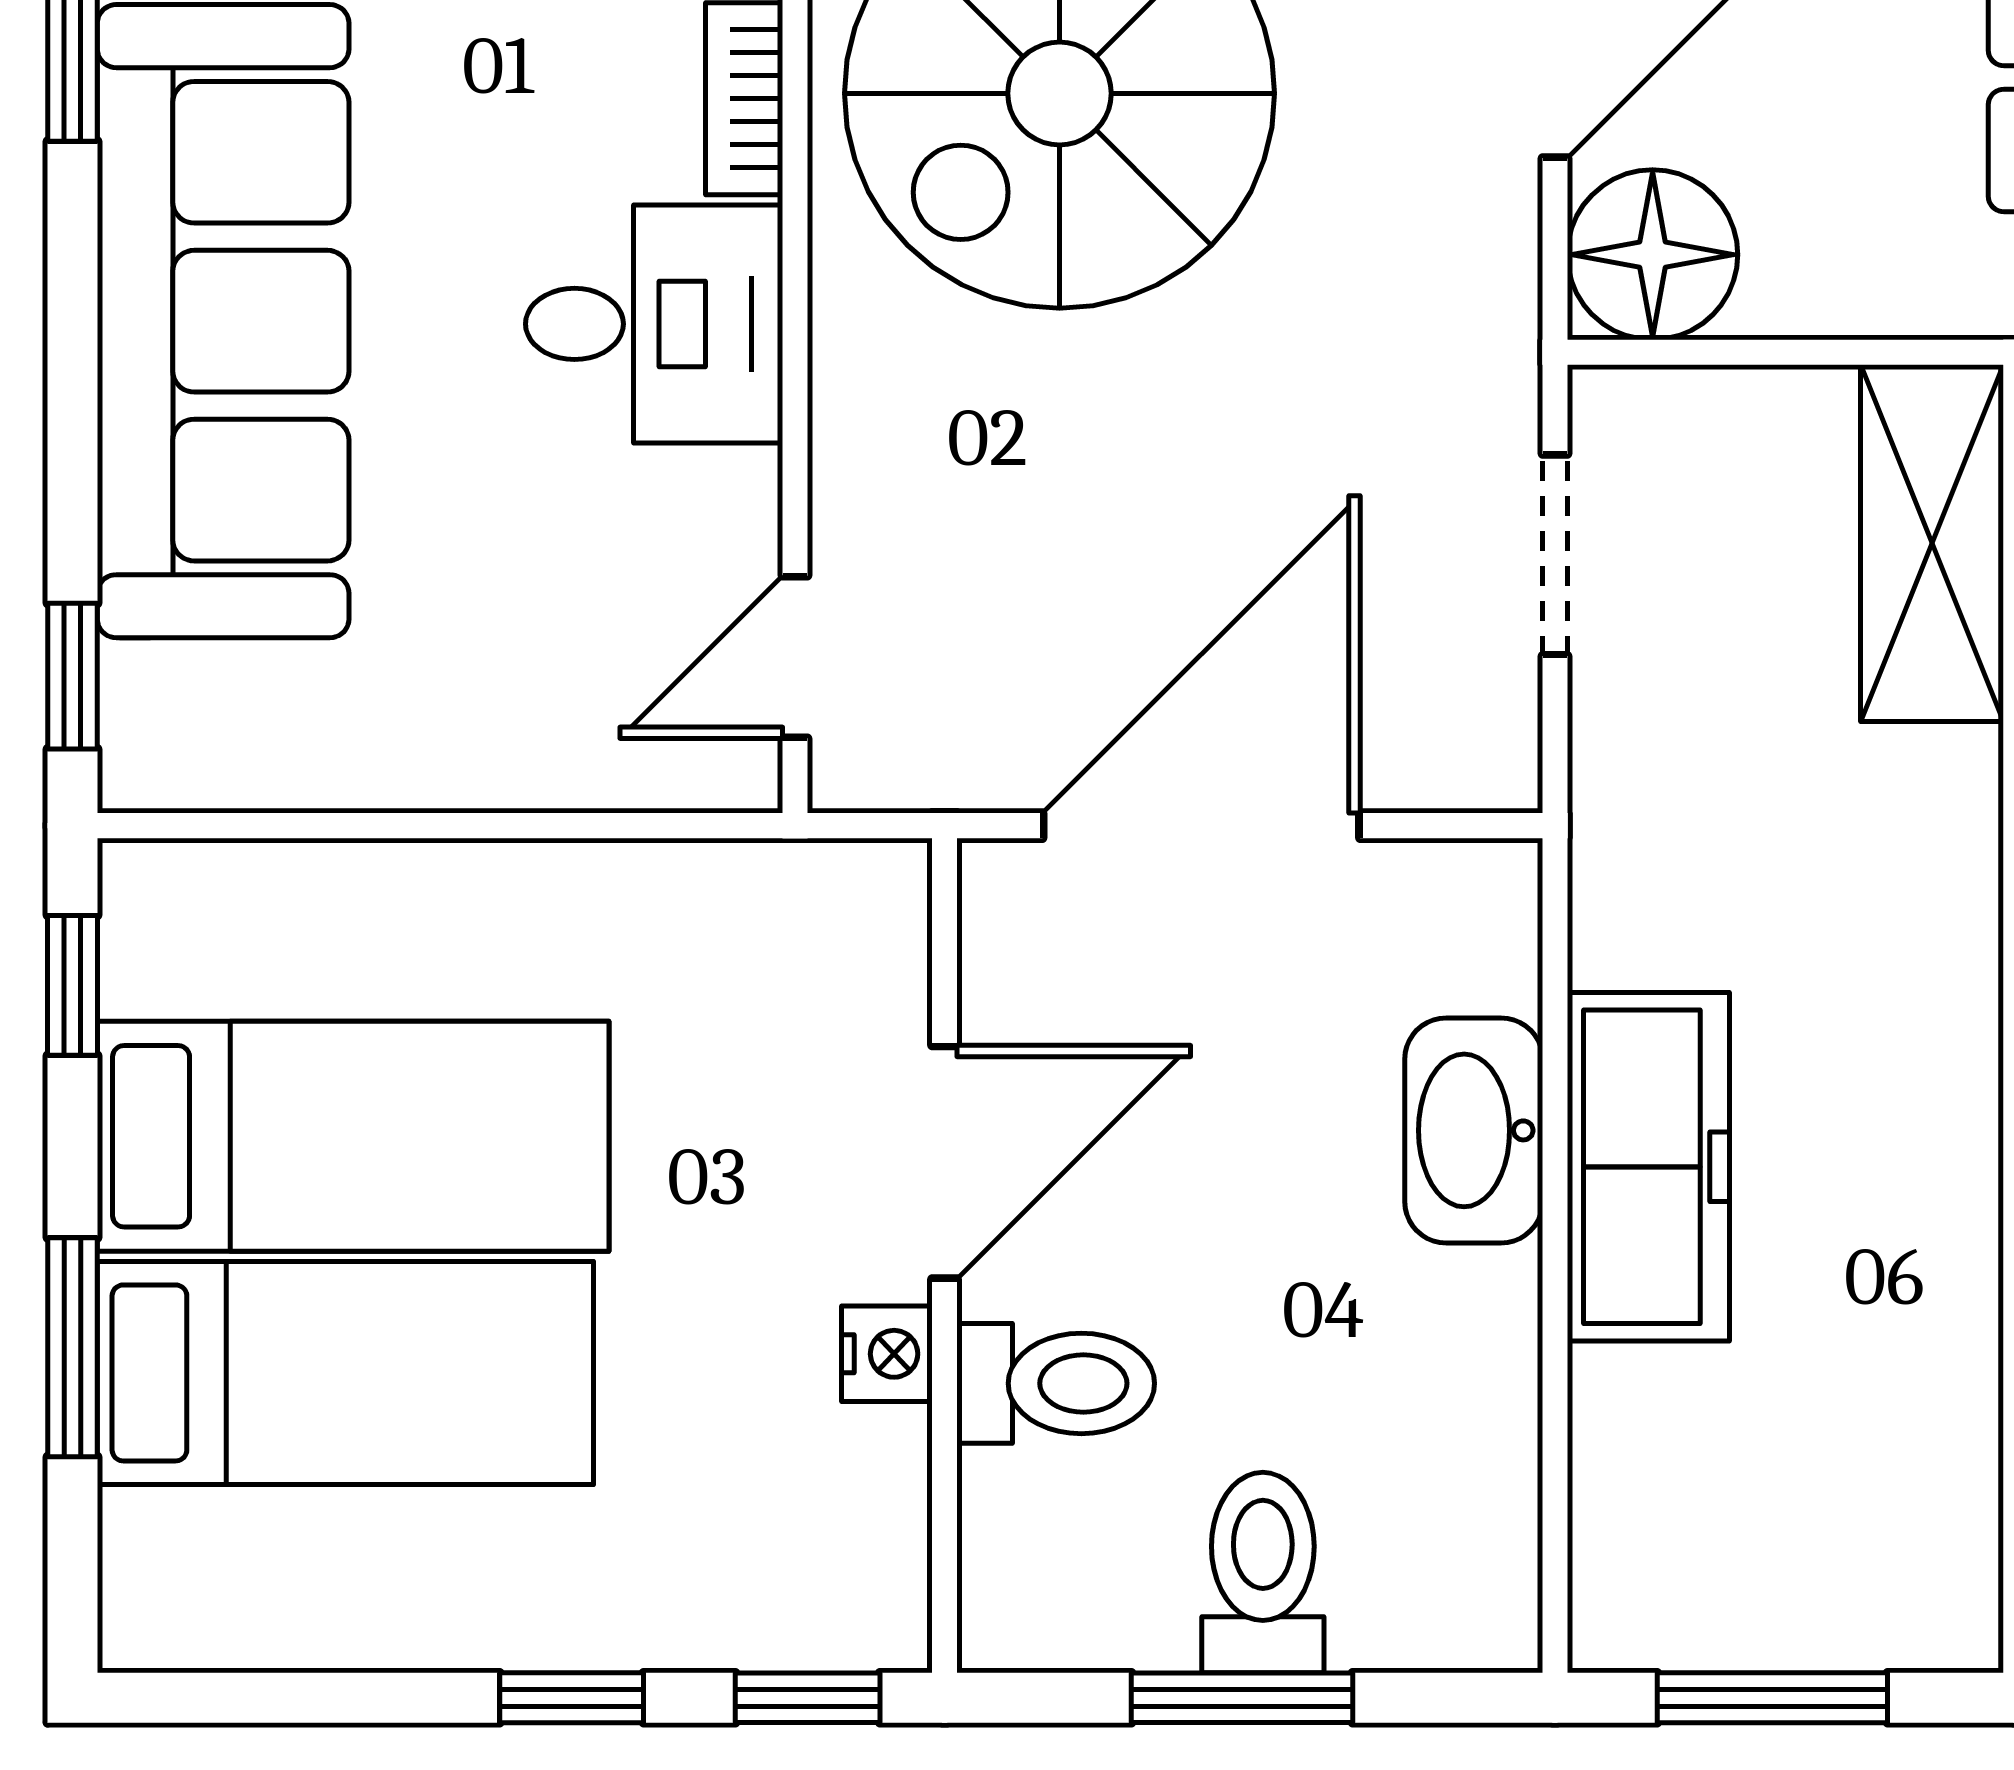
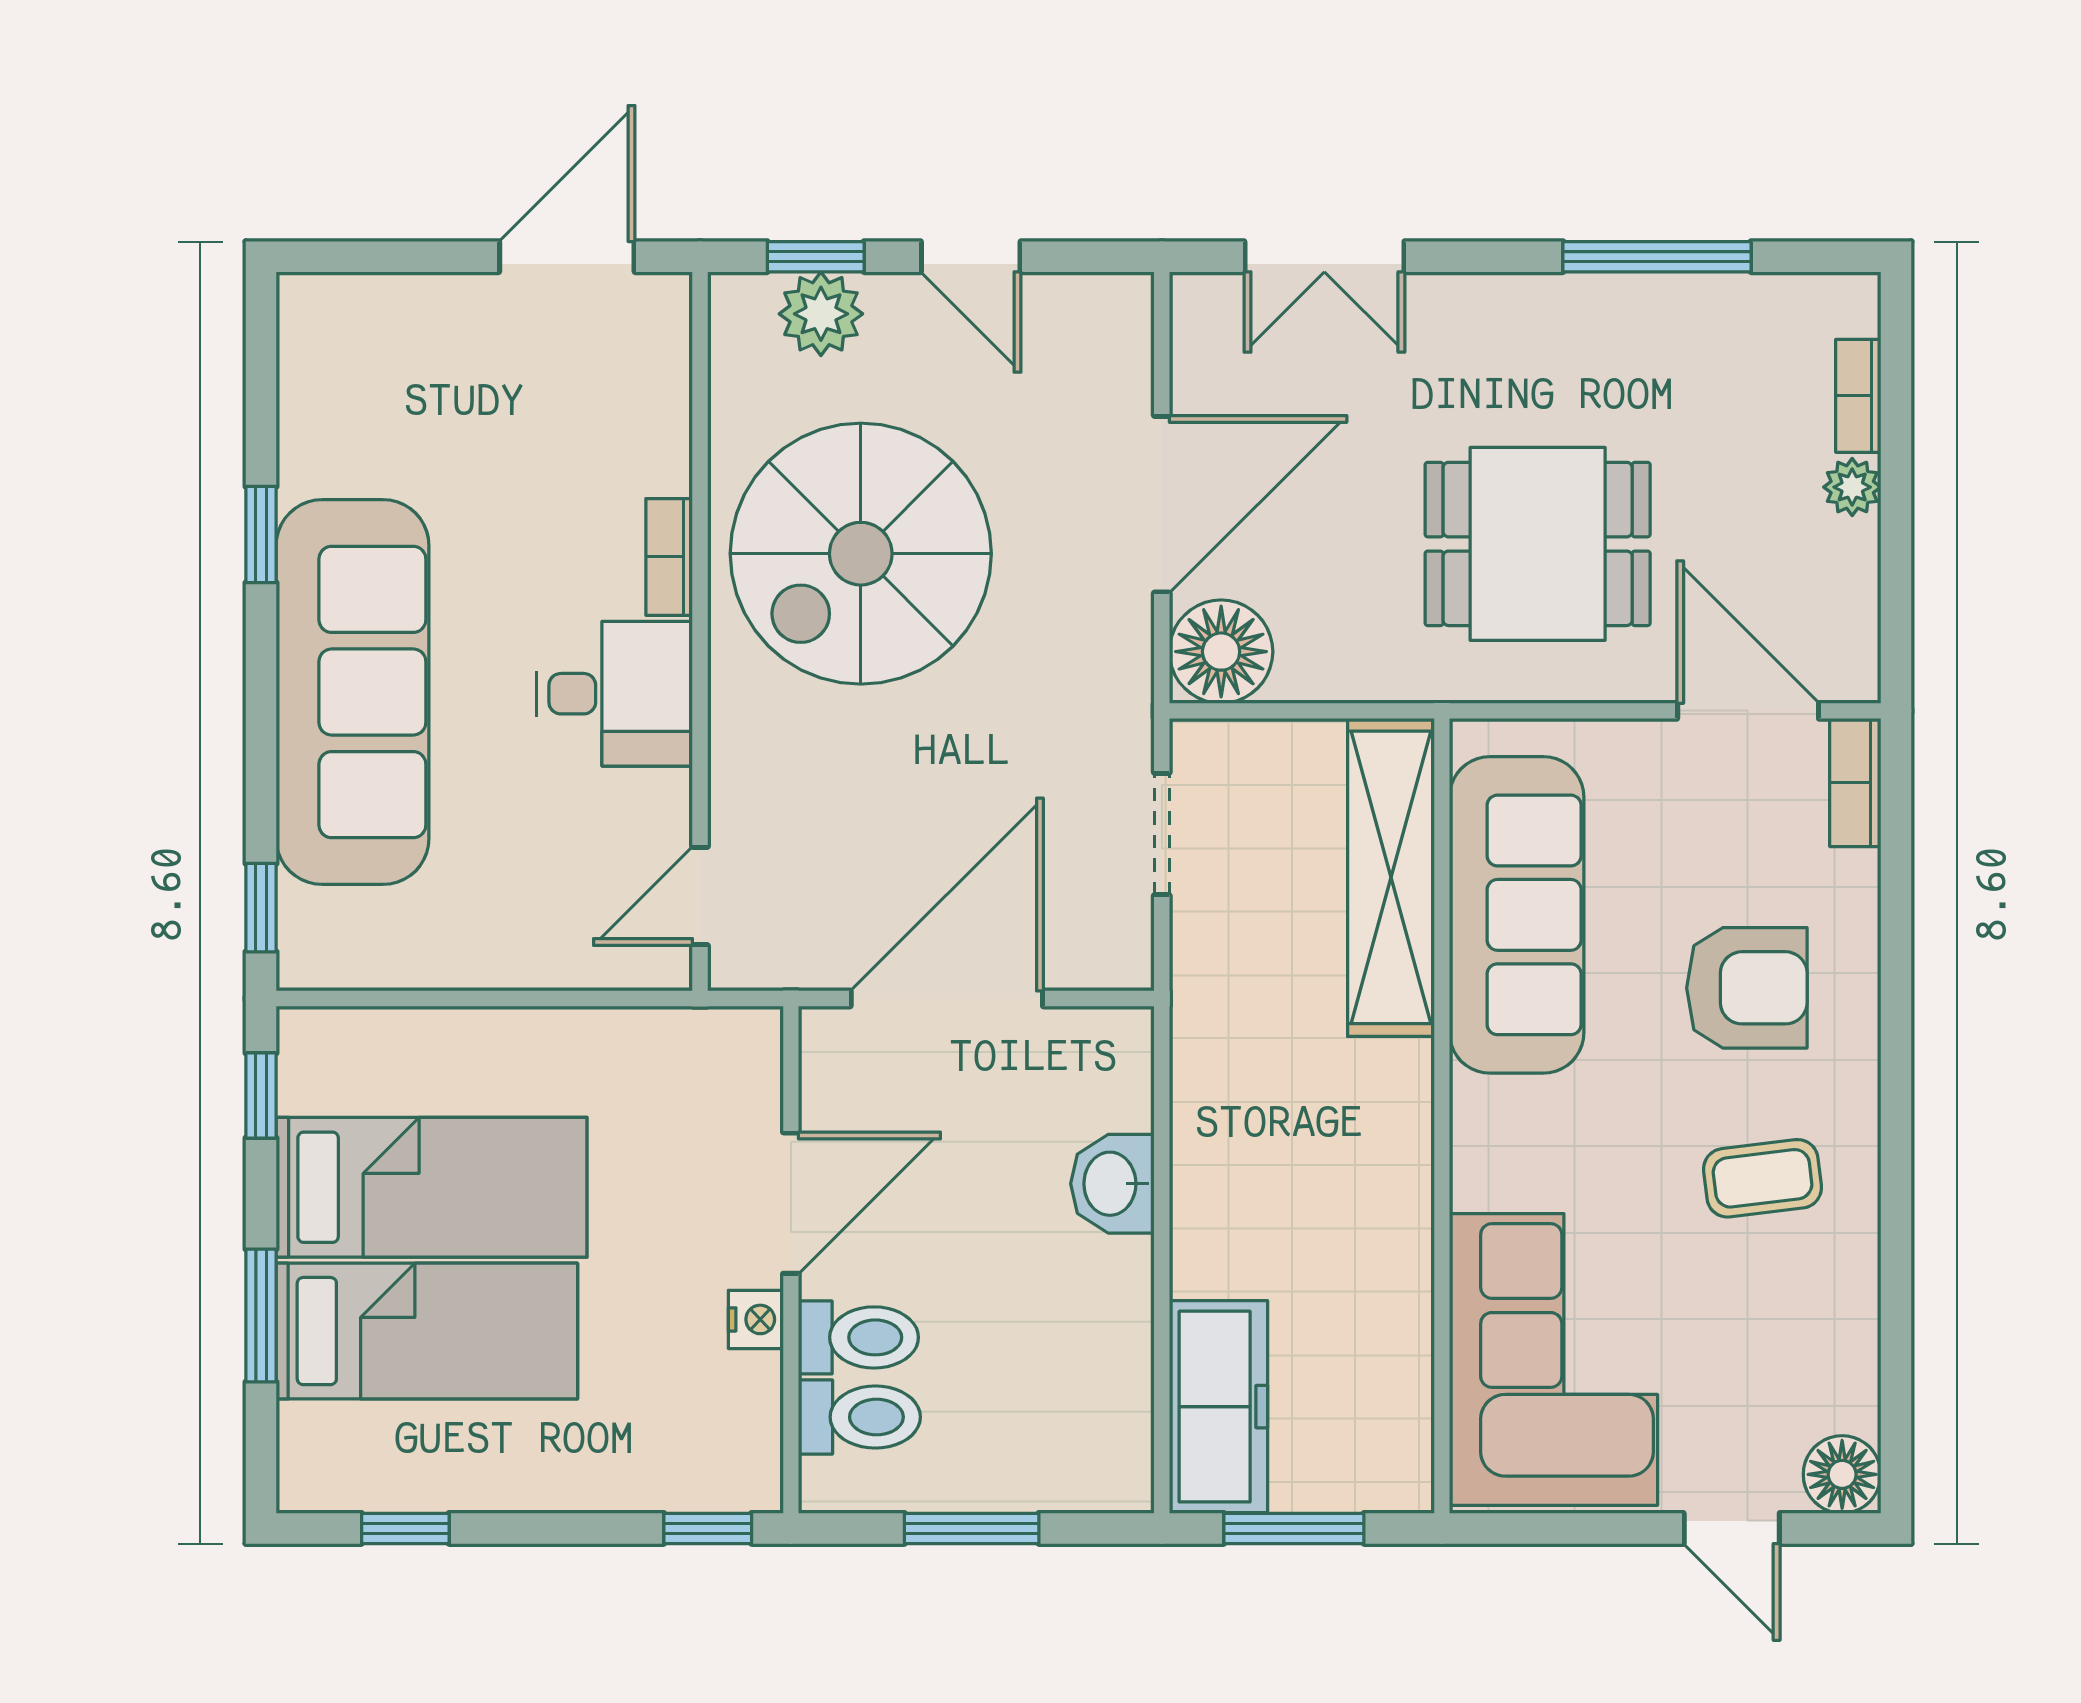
shelving: (1932, 543) -> (1391, 877), width x1.47
washbasin: (1474, 1130) -> (1112, 1184), width x0.72
freezer: (1648, 1167) -> (1219, 1407), moved
toilet: (1263, 1572) -> (859, 1417), moved, turned 90
window: (572, 1698) -> (405, 1528), moved

